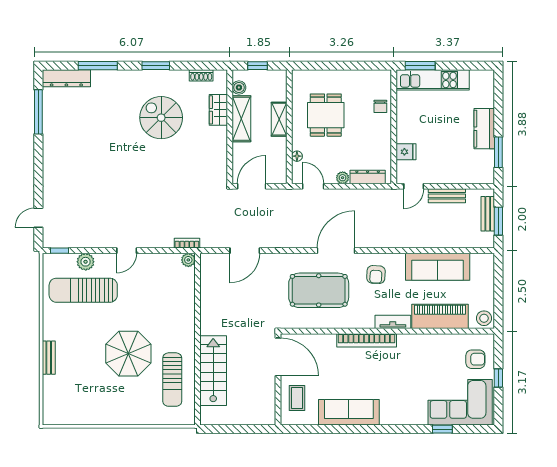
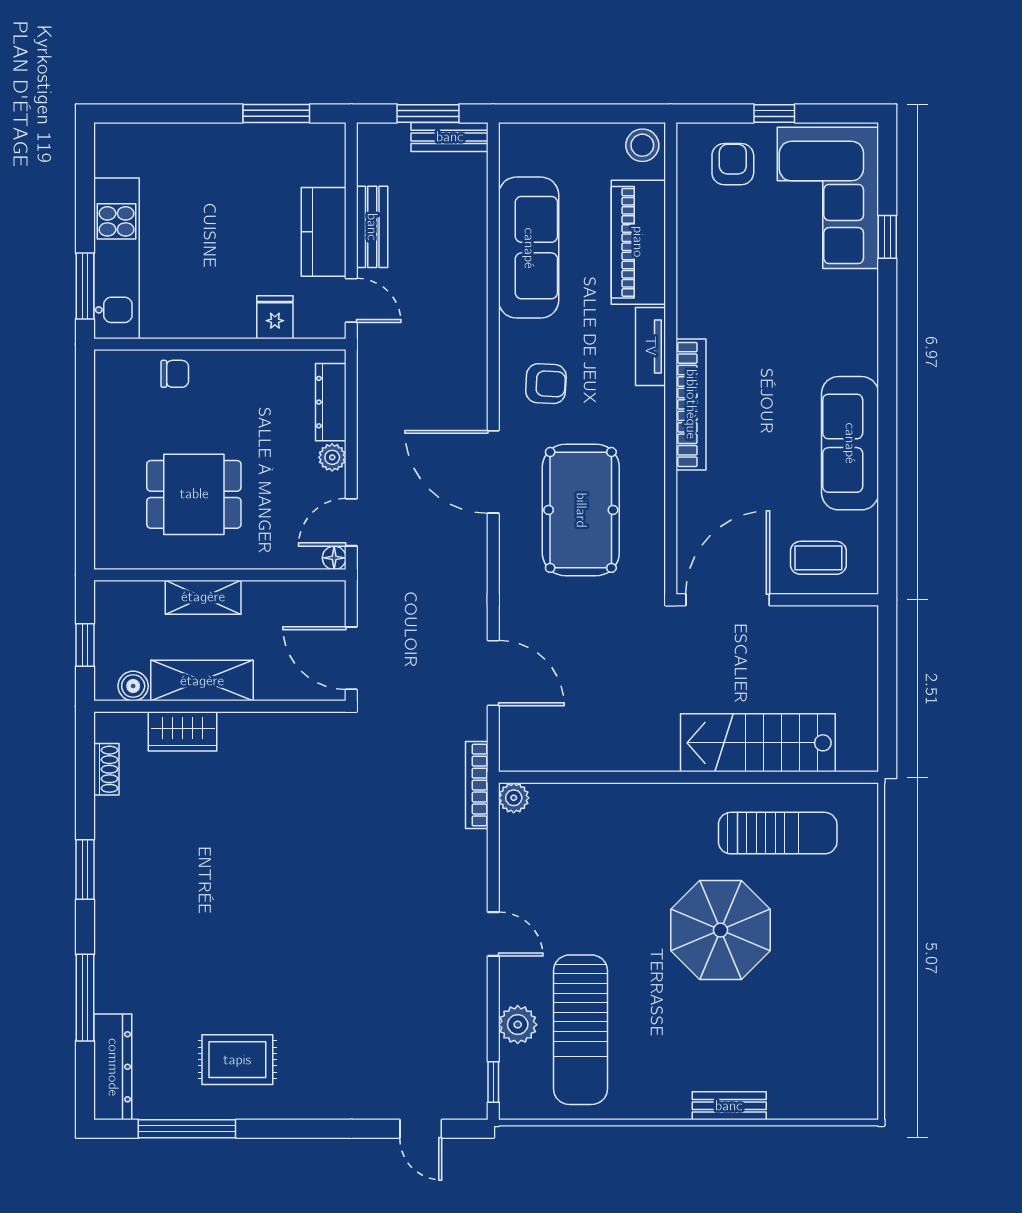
spiral stairs: (161, 118) -> (200, 858), removed
kitchen counter: (484, 129) -> (324, 232), moved, turned 90
rug: (70, 135) -> (237, 1060), added
floor lamp: (297, 156) -> (334, 558), moved
bench: (488, 214) -> (450, 137), moved
bookcase: (187, 243) -> (477, 785), width x1.56

